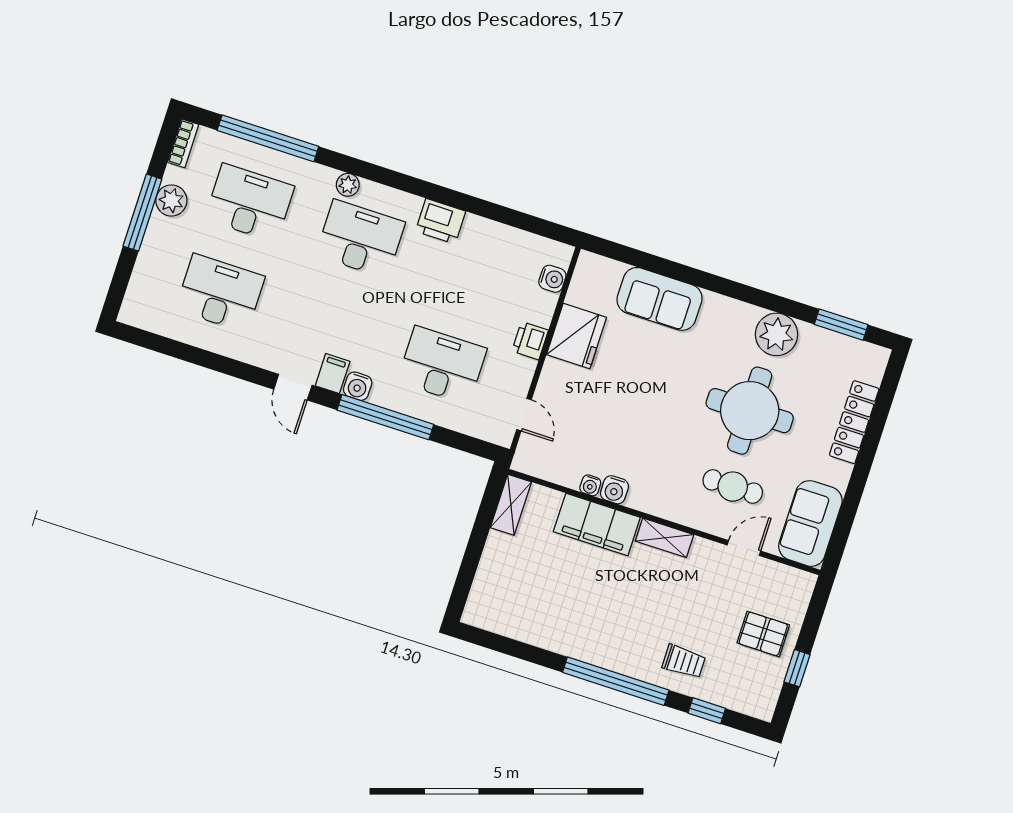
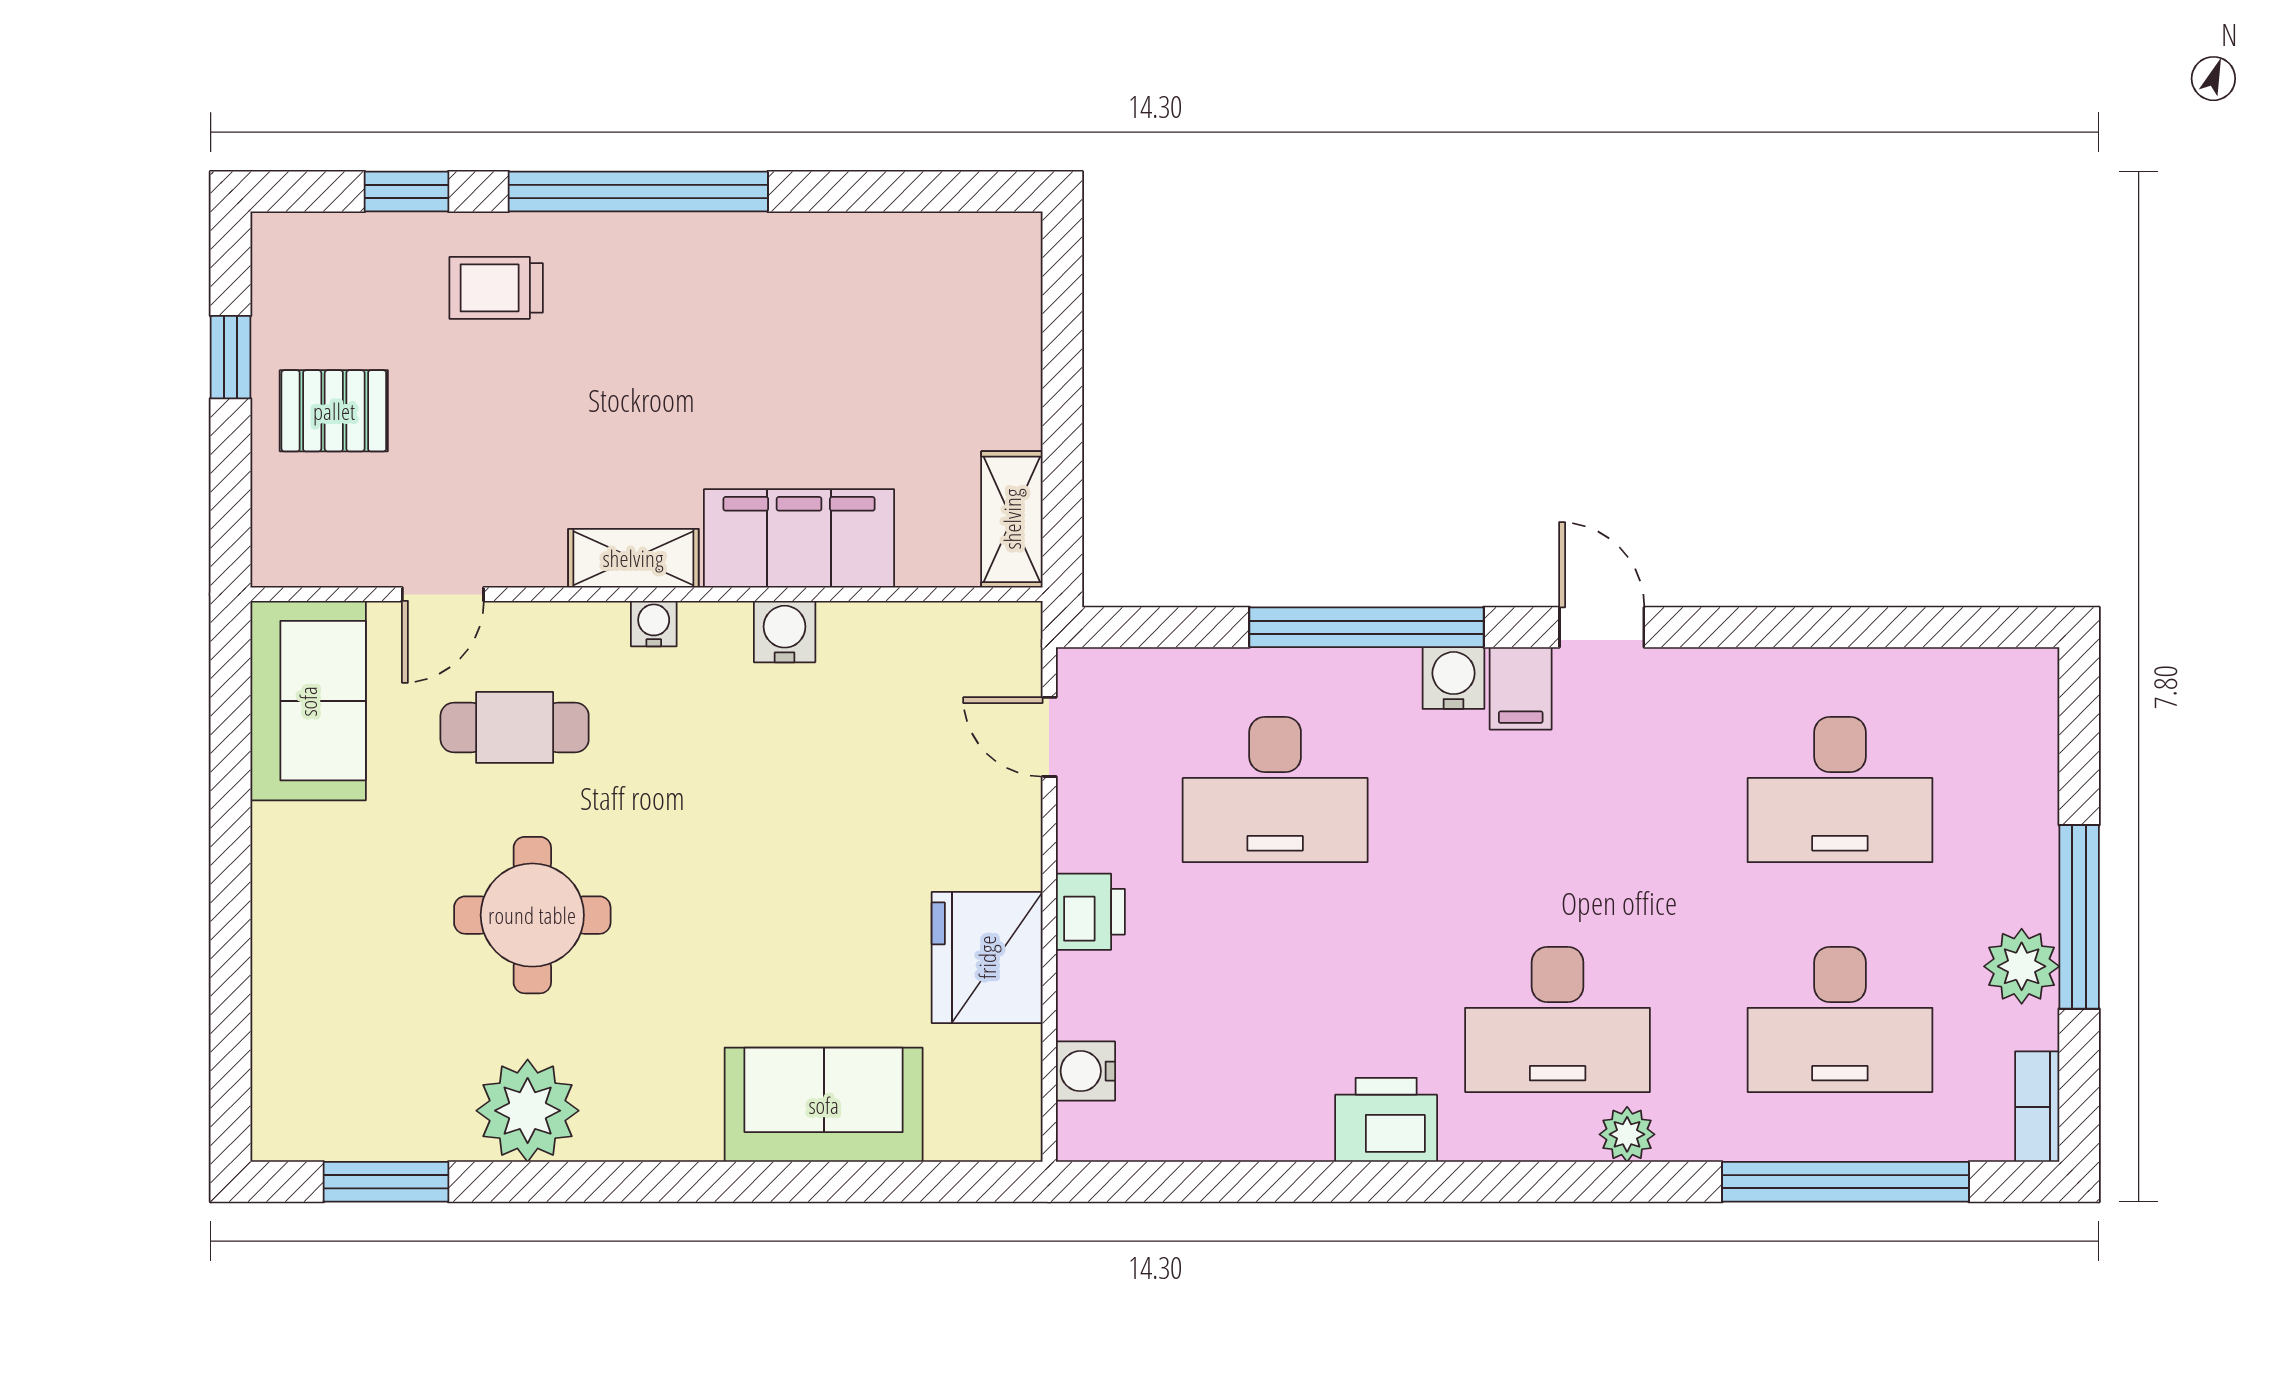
round table: (750, 411) -> (532, 915), width x0.73, depth x0.73
locker: (854, 422) -> (283, 967), removed
water cooler: (590, 485) -> (654, 624), moved

